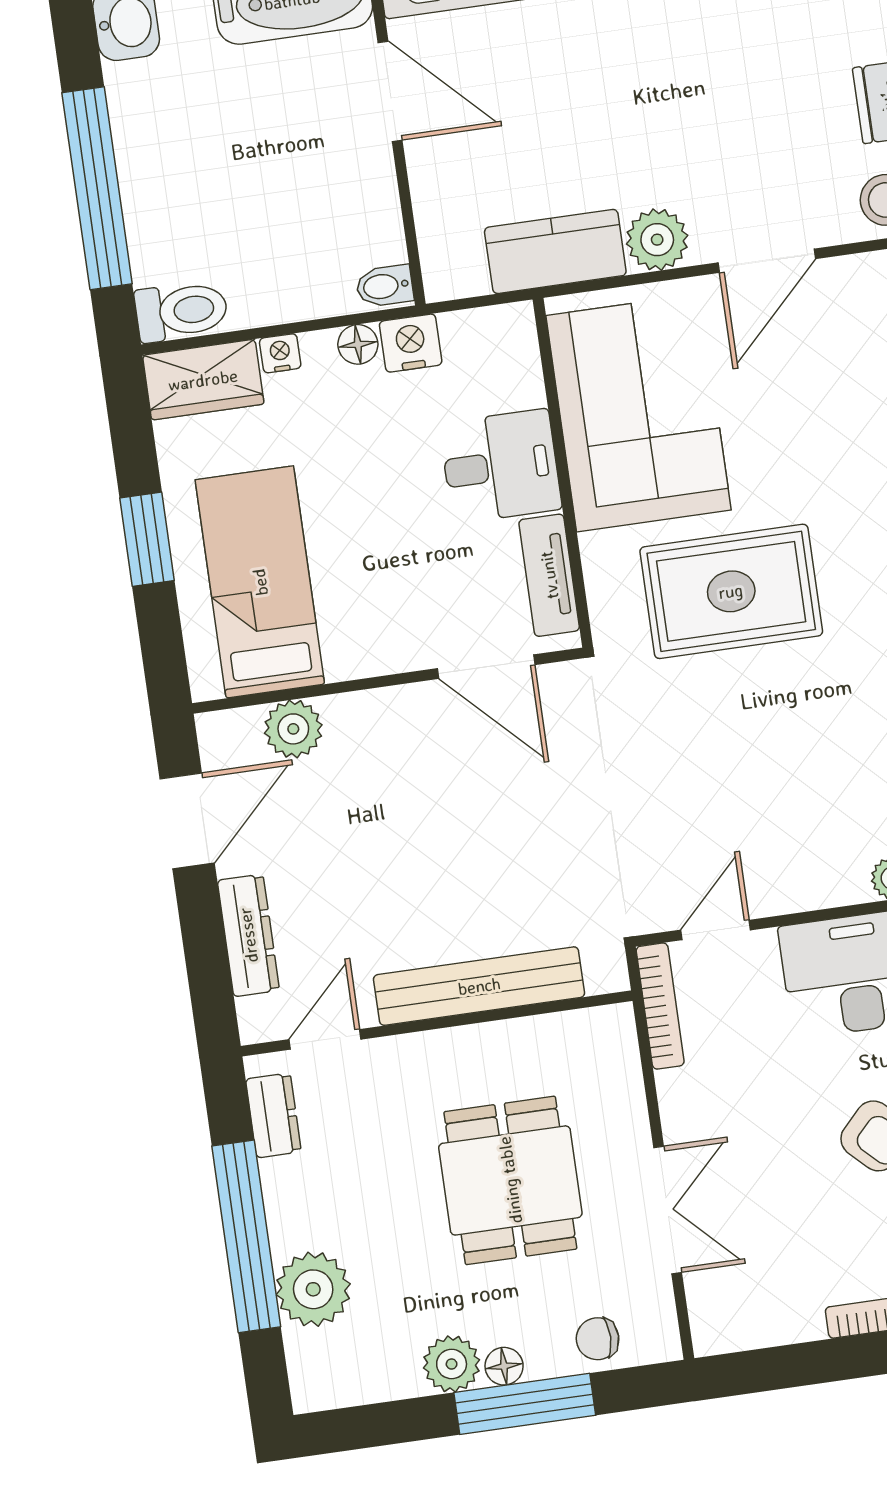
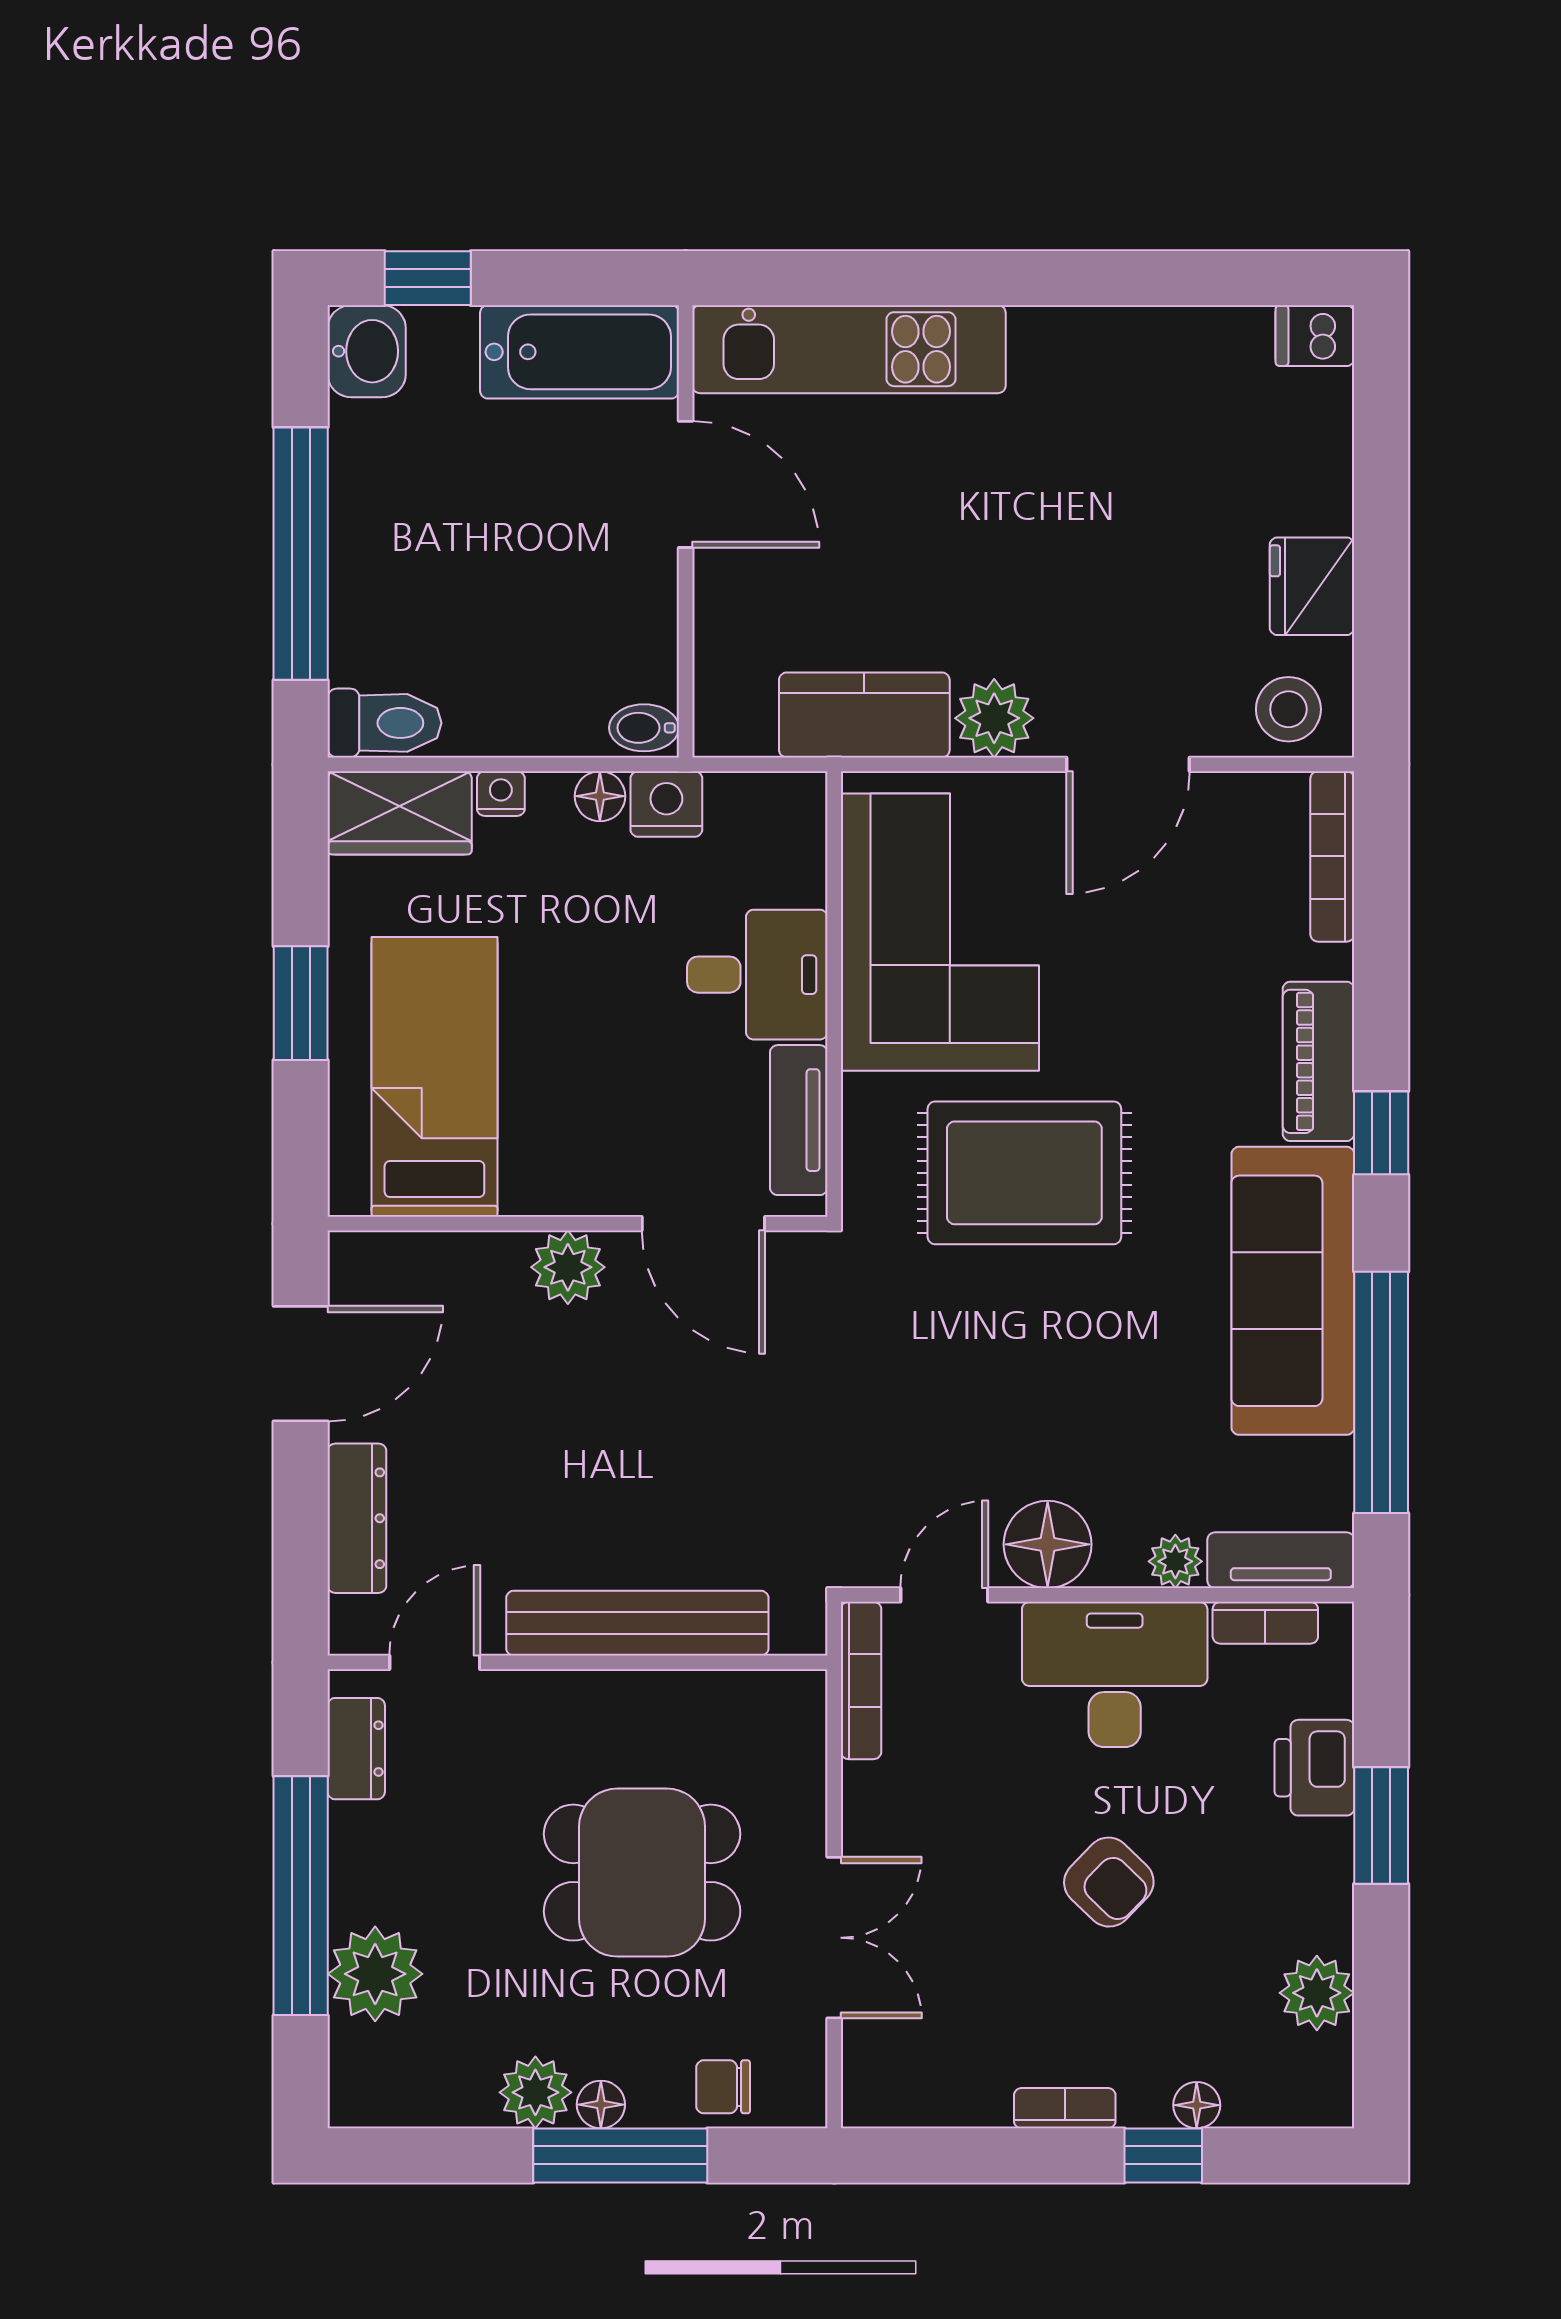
plant: (293, 729) -> (568, 1267), moved
floor lamp: (791, 879) -> (1048, 1544), added
dining table: (510, 1180) -> (642, 1873), turned 90

